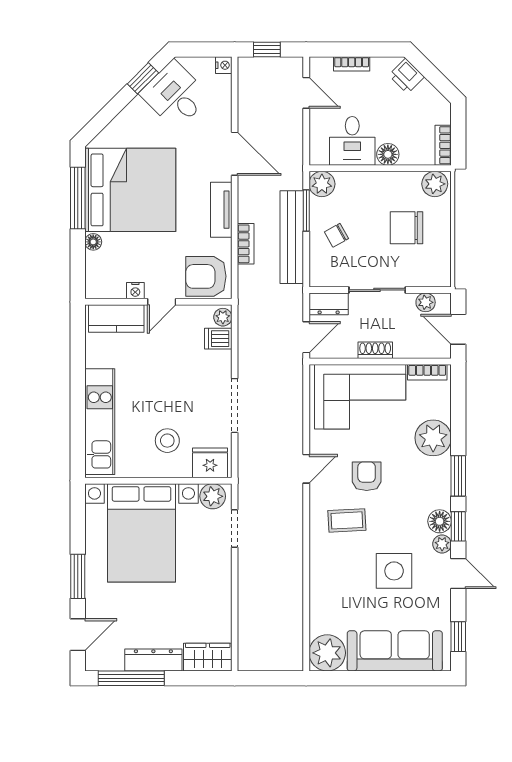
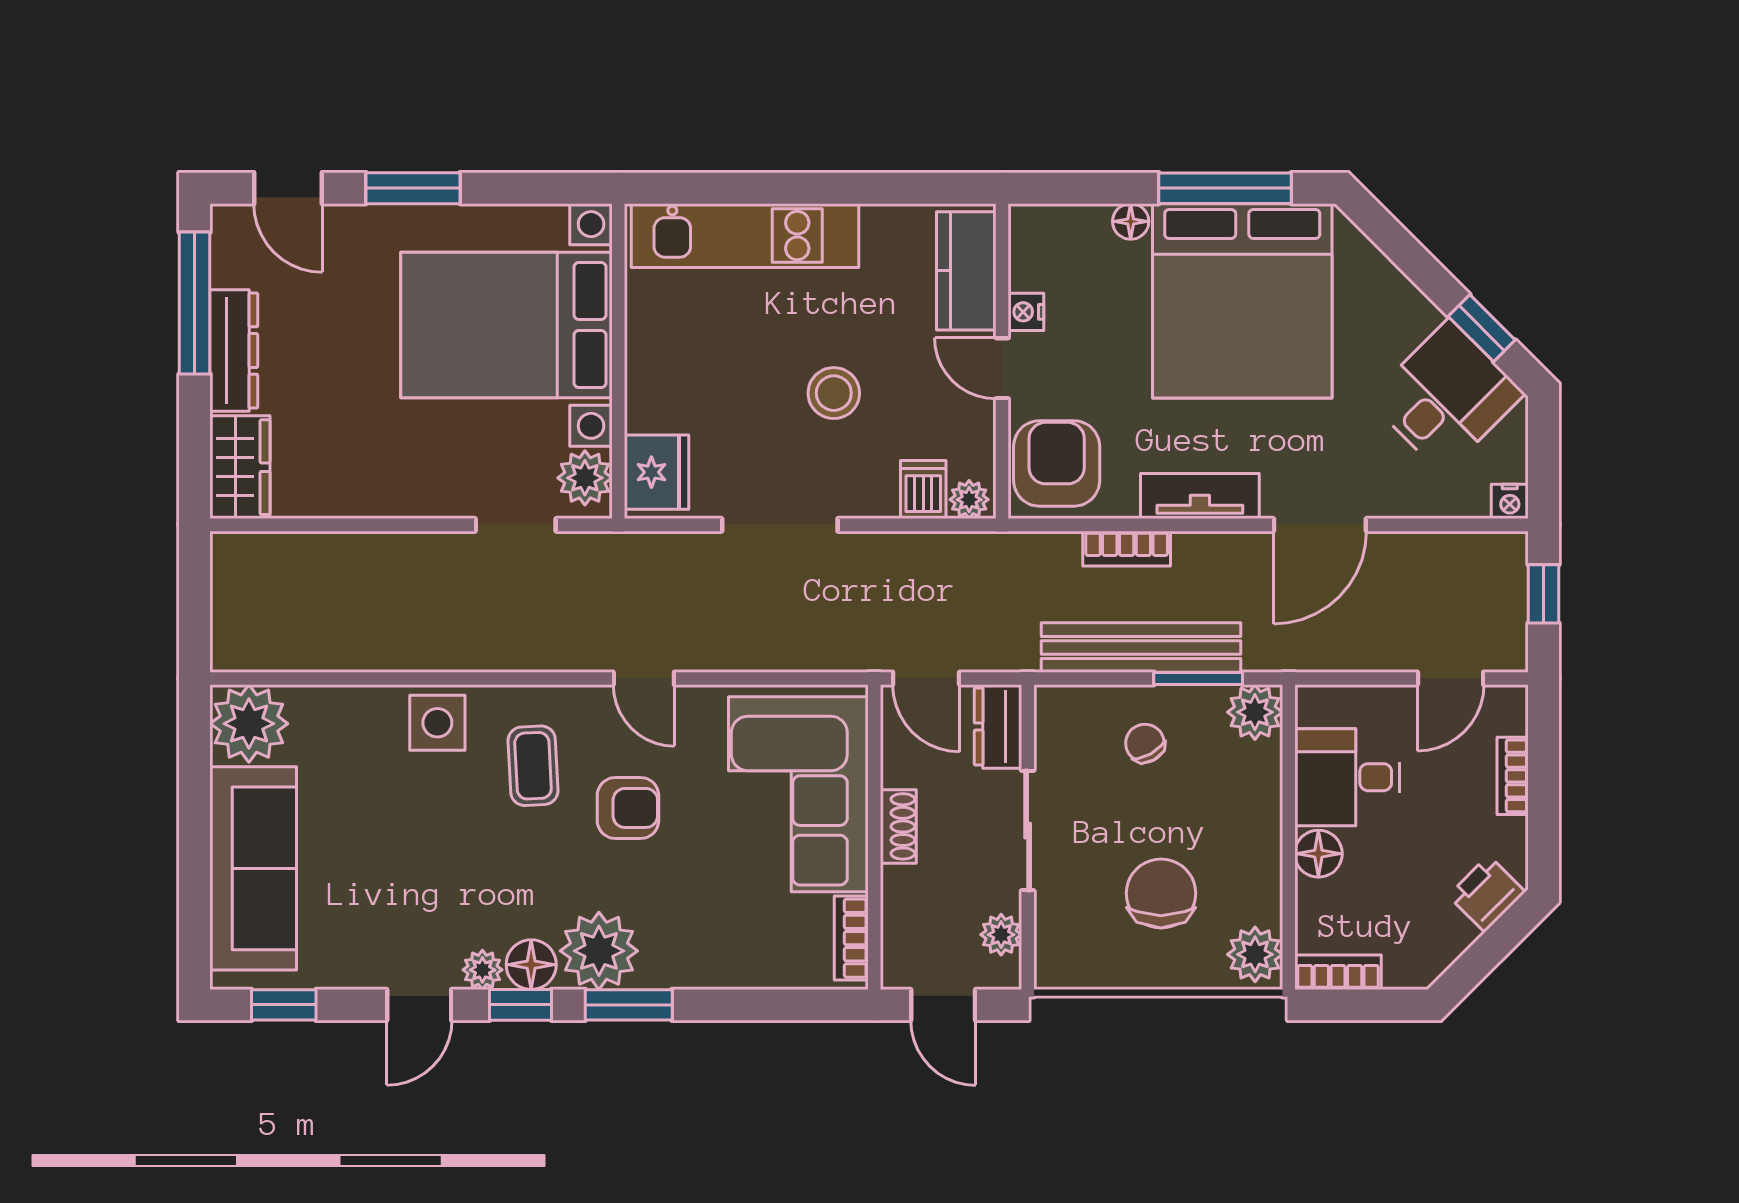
door: (458, 329) -> (943, 1005), swing flipped
plant: (433, 438) -> (599, 951), moved
stool: (167, 441) -> (834, 393), moved
side table: (394, 571) -> (437, 723), moved, width x0.73, depth x0.73

